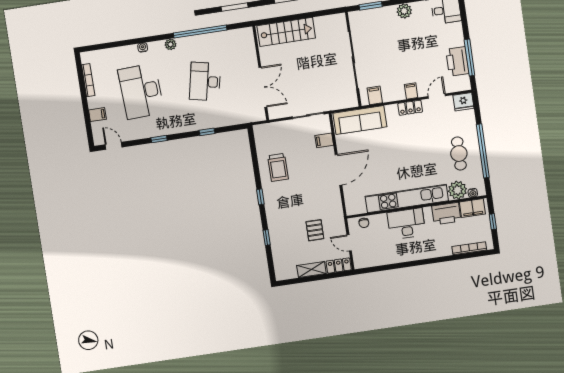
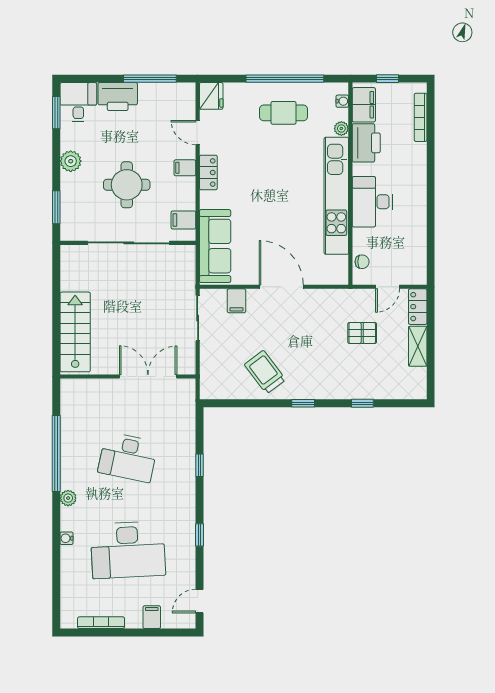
round table: (393, 52) -> (127, 185), added
printer: (457, 61) -> (118, 97), moved
trolley: (278, 167) -> (265, 372), turned -127
plant: (457, 190) -> (341, 128), width x0.53, depth x0.53

